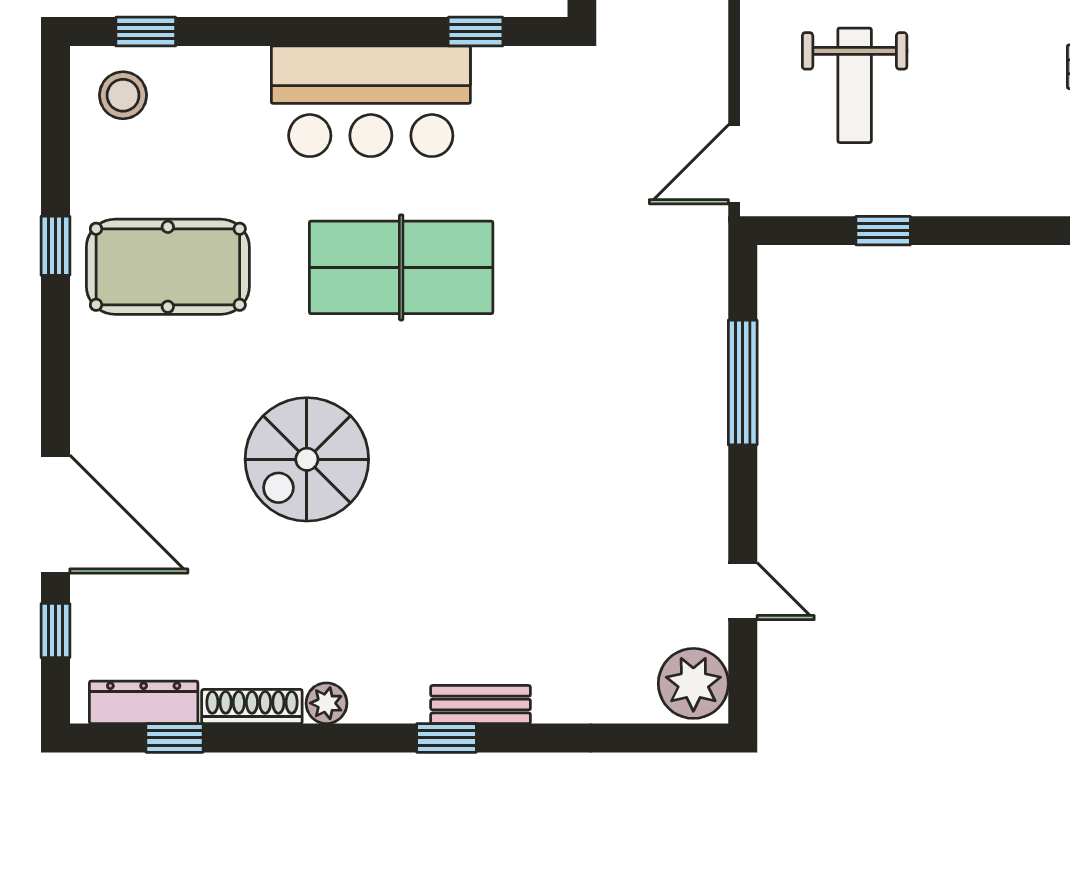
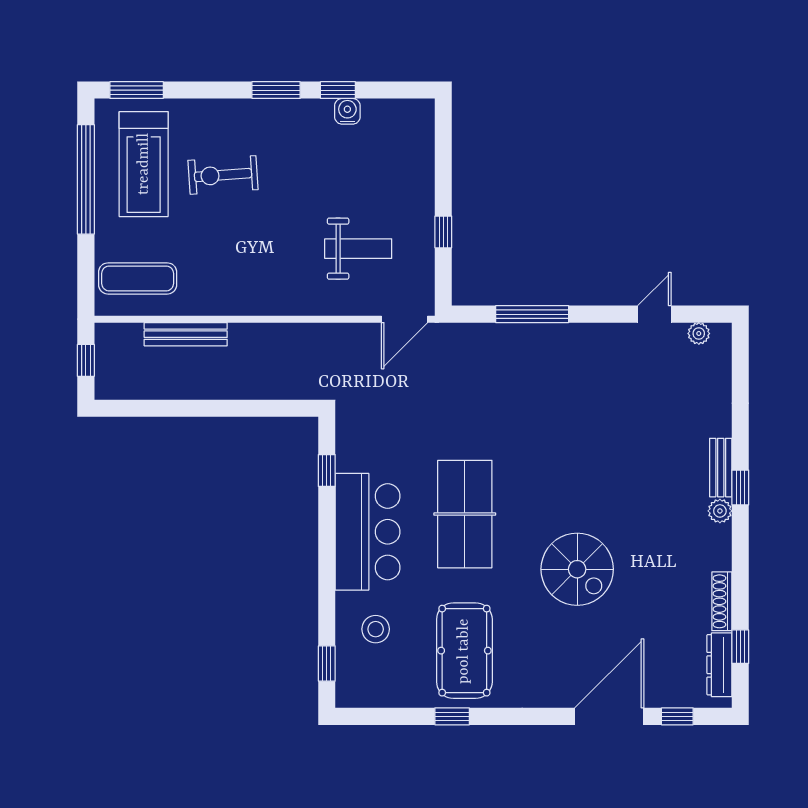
stool: (123, 95) -> (376, 629), moved
door: (734, 164) -> (404, 319), hinge flipped
plant: (693, 683) -> (699, 333), width x0.53, depth x0.53
plant: (326, 703) -> (720, 511), moved

